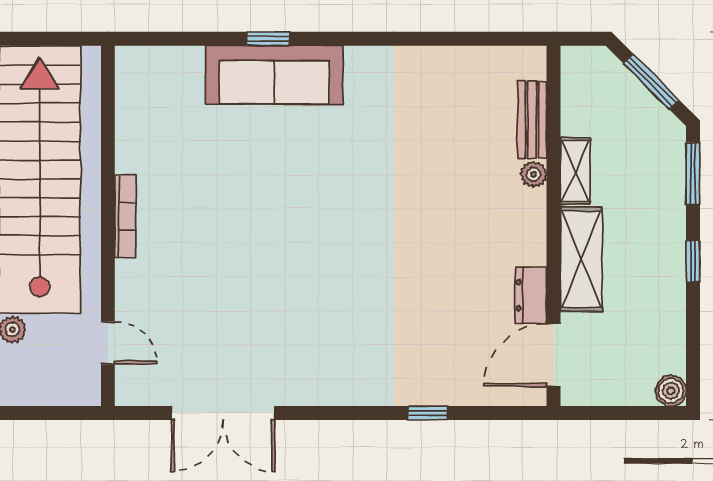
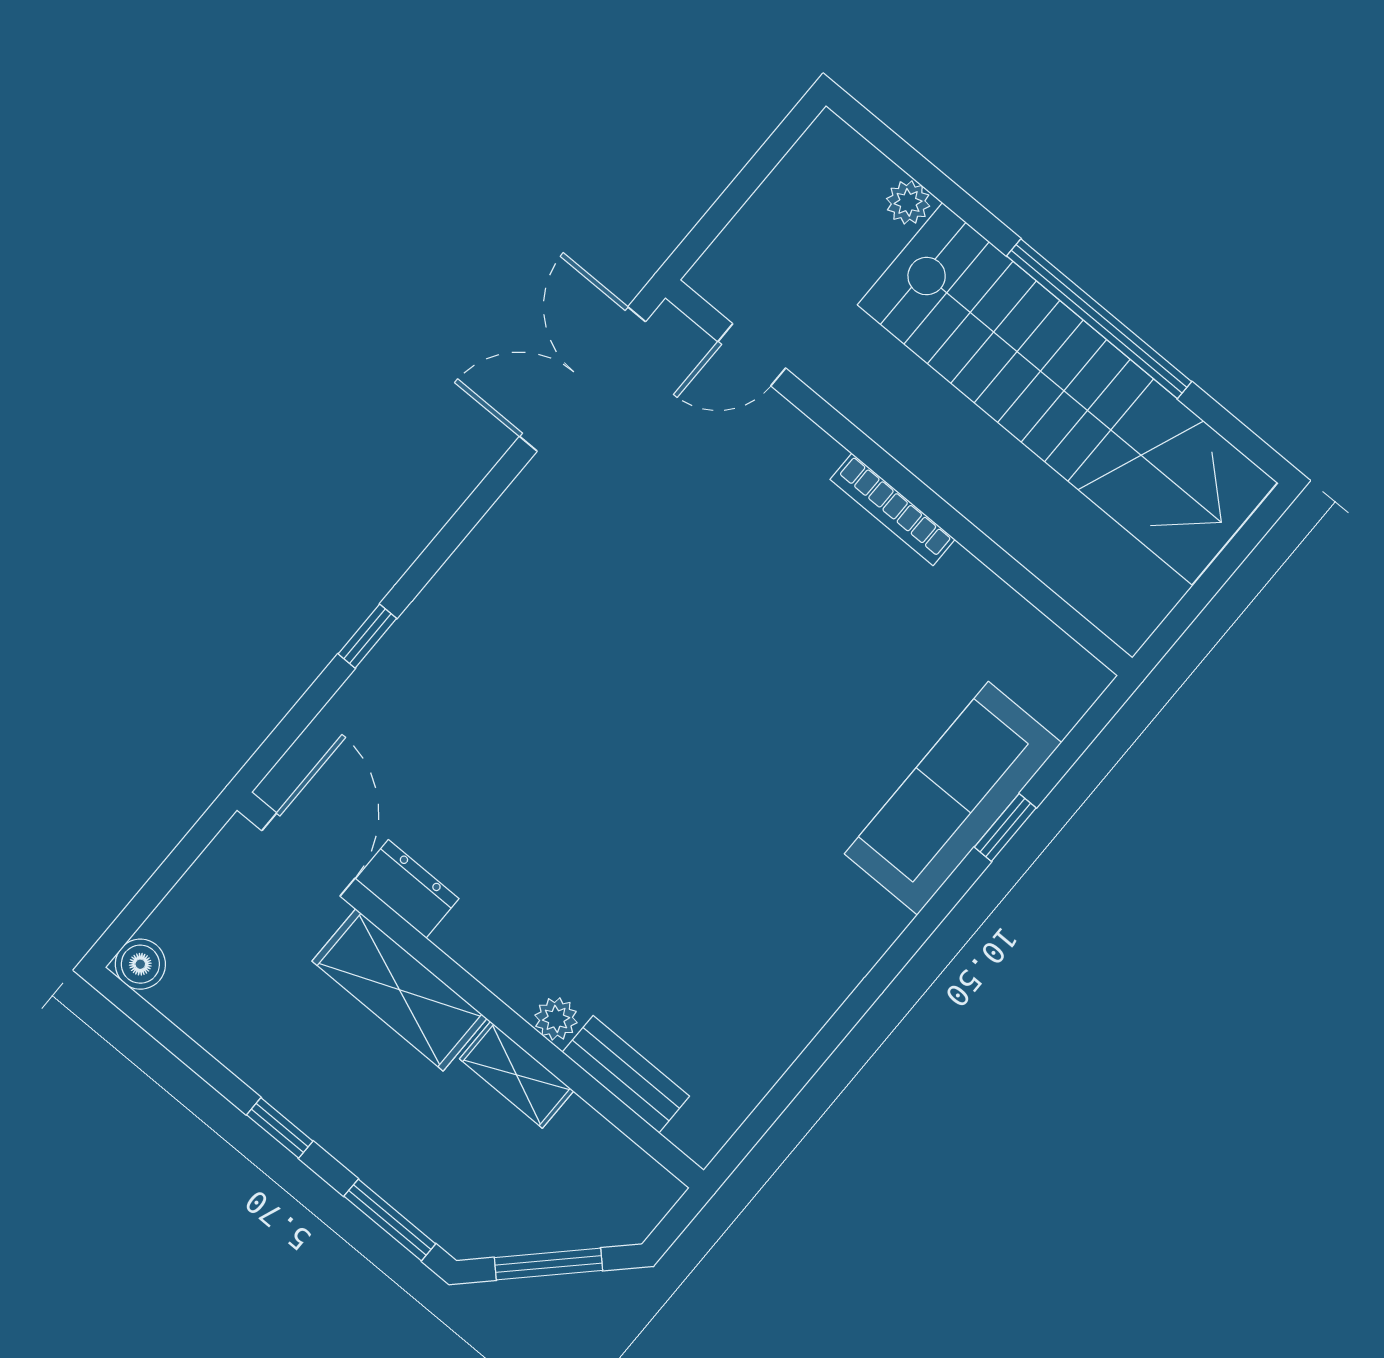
bookcase: (125, 216) -> (892, 509), moved
wall: (108, 226) -> (899, 478), moved
door: (108, 343) -> (752, 355), moved

